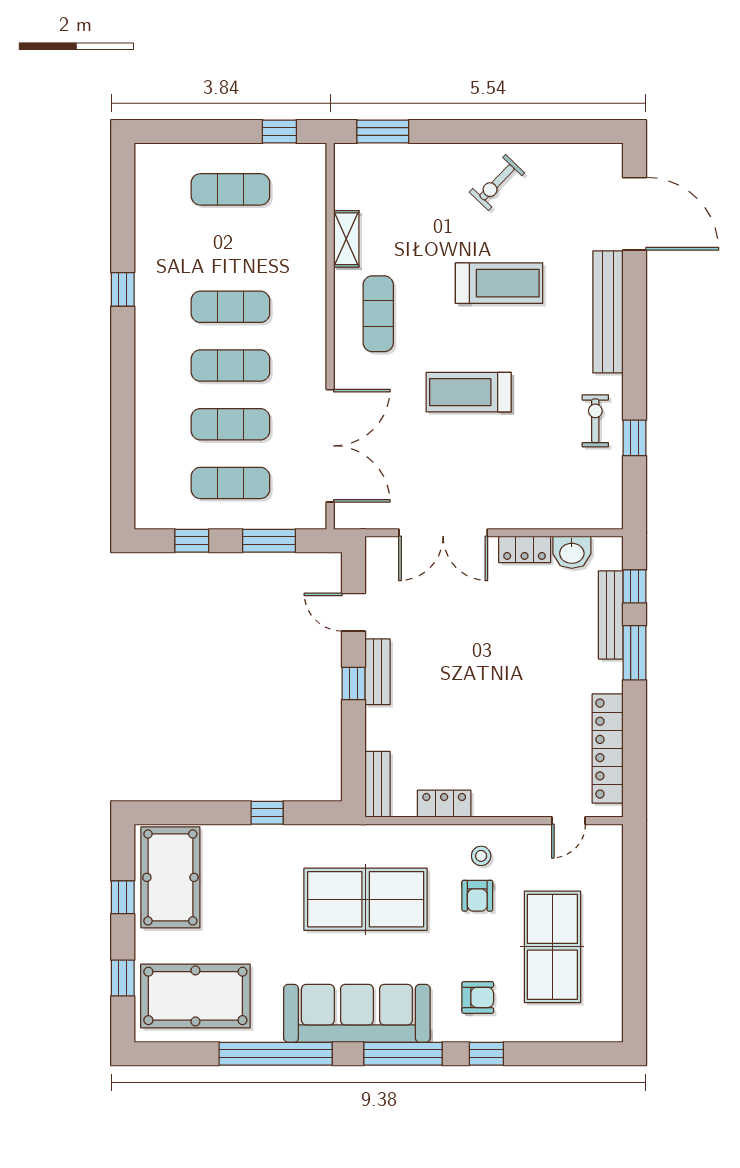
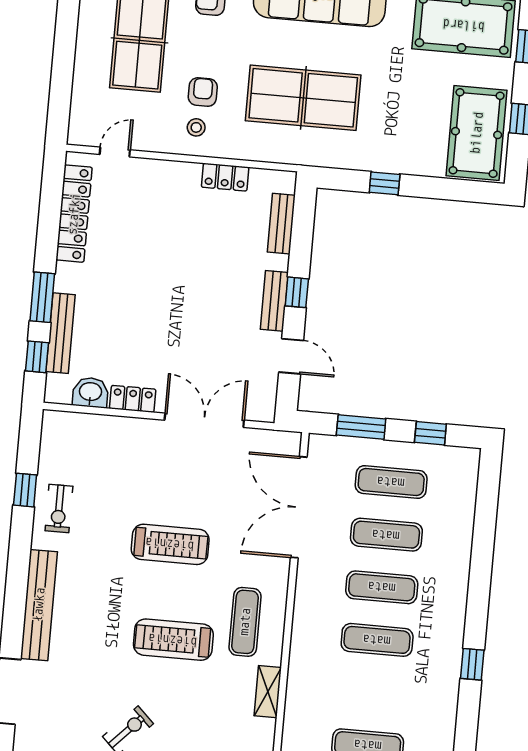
treadmill: (499, 283) -> (173, 640), moved
bench: (377, 784) -> (281, 224), moved

